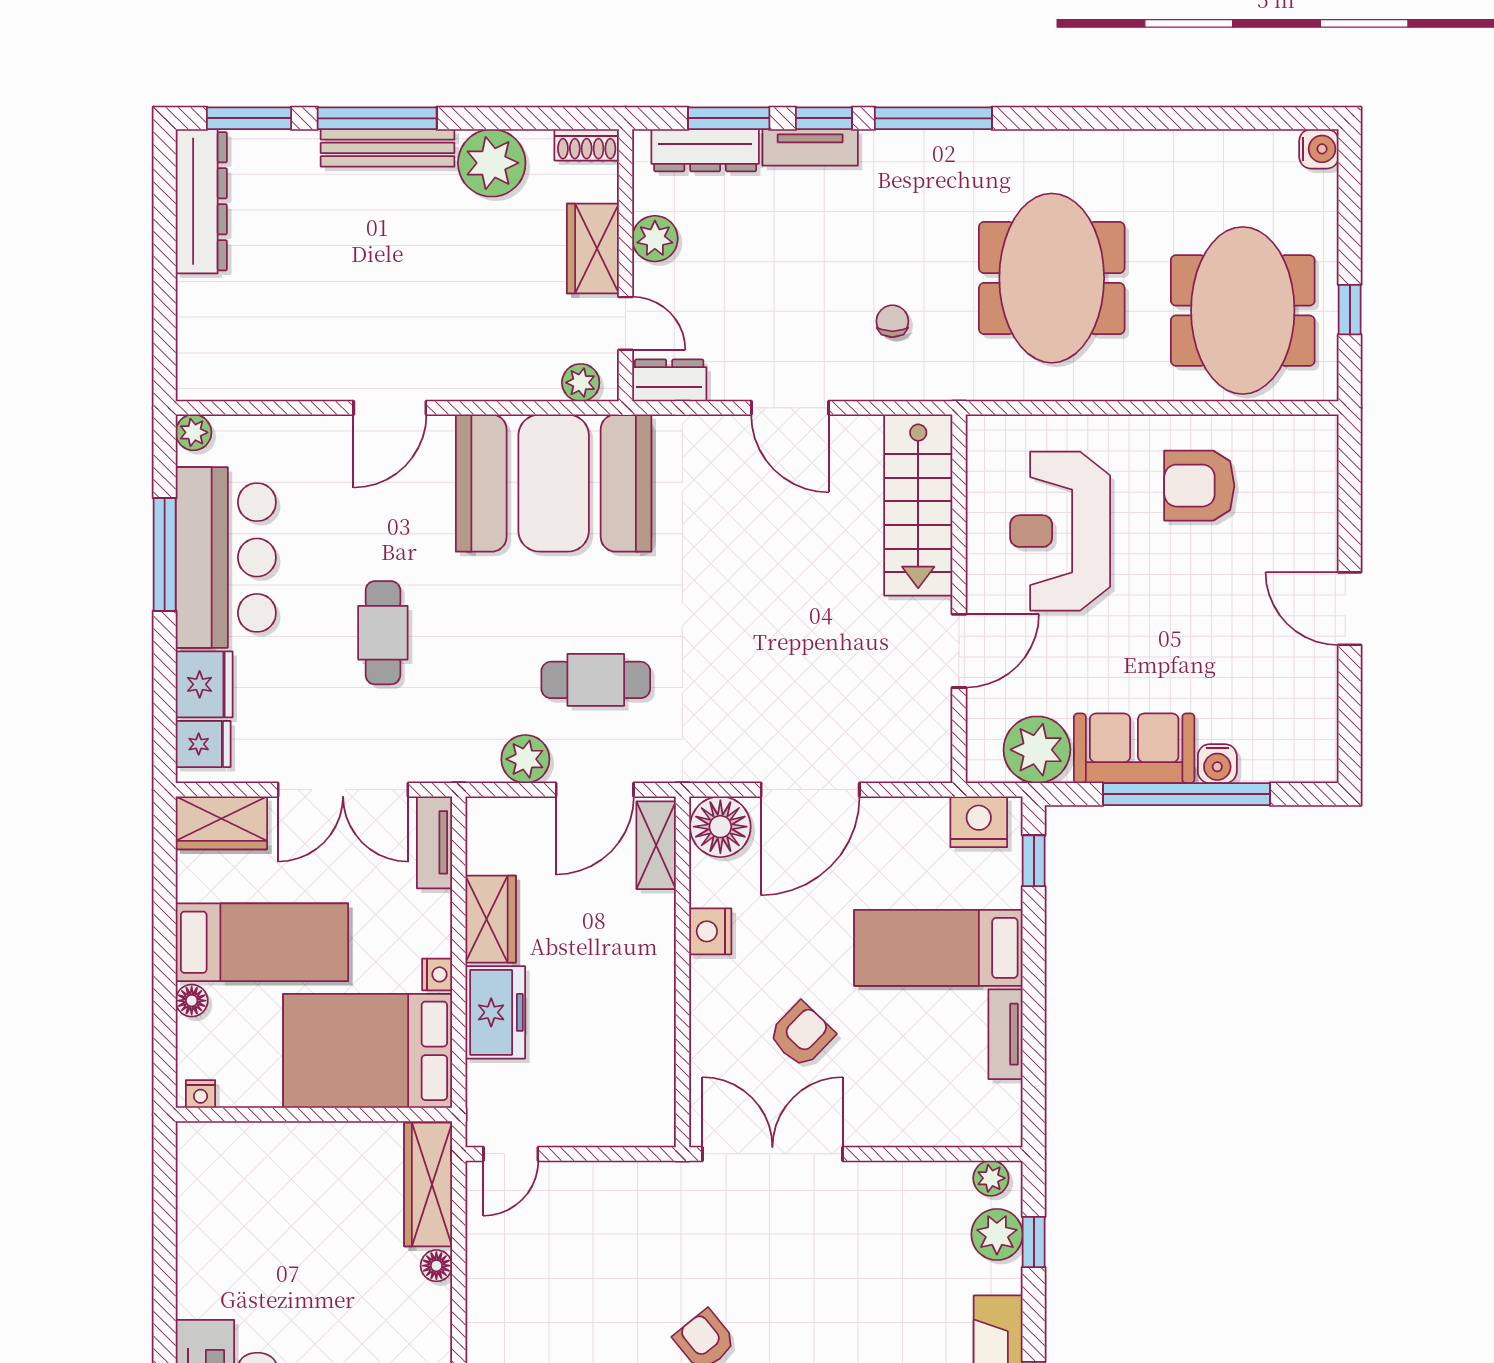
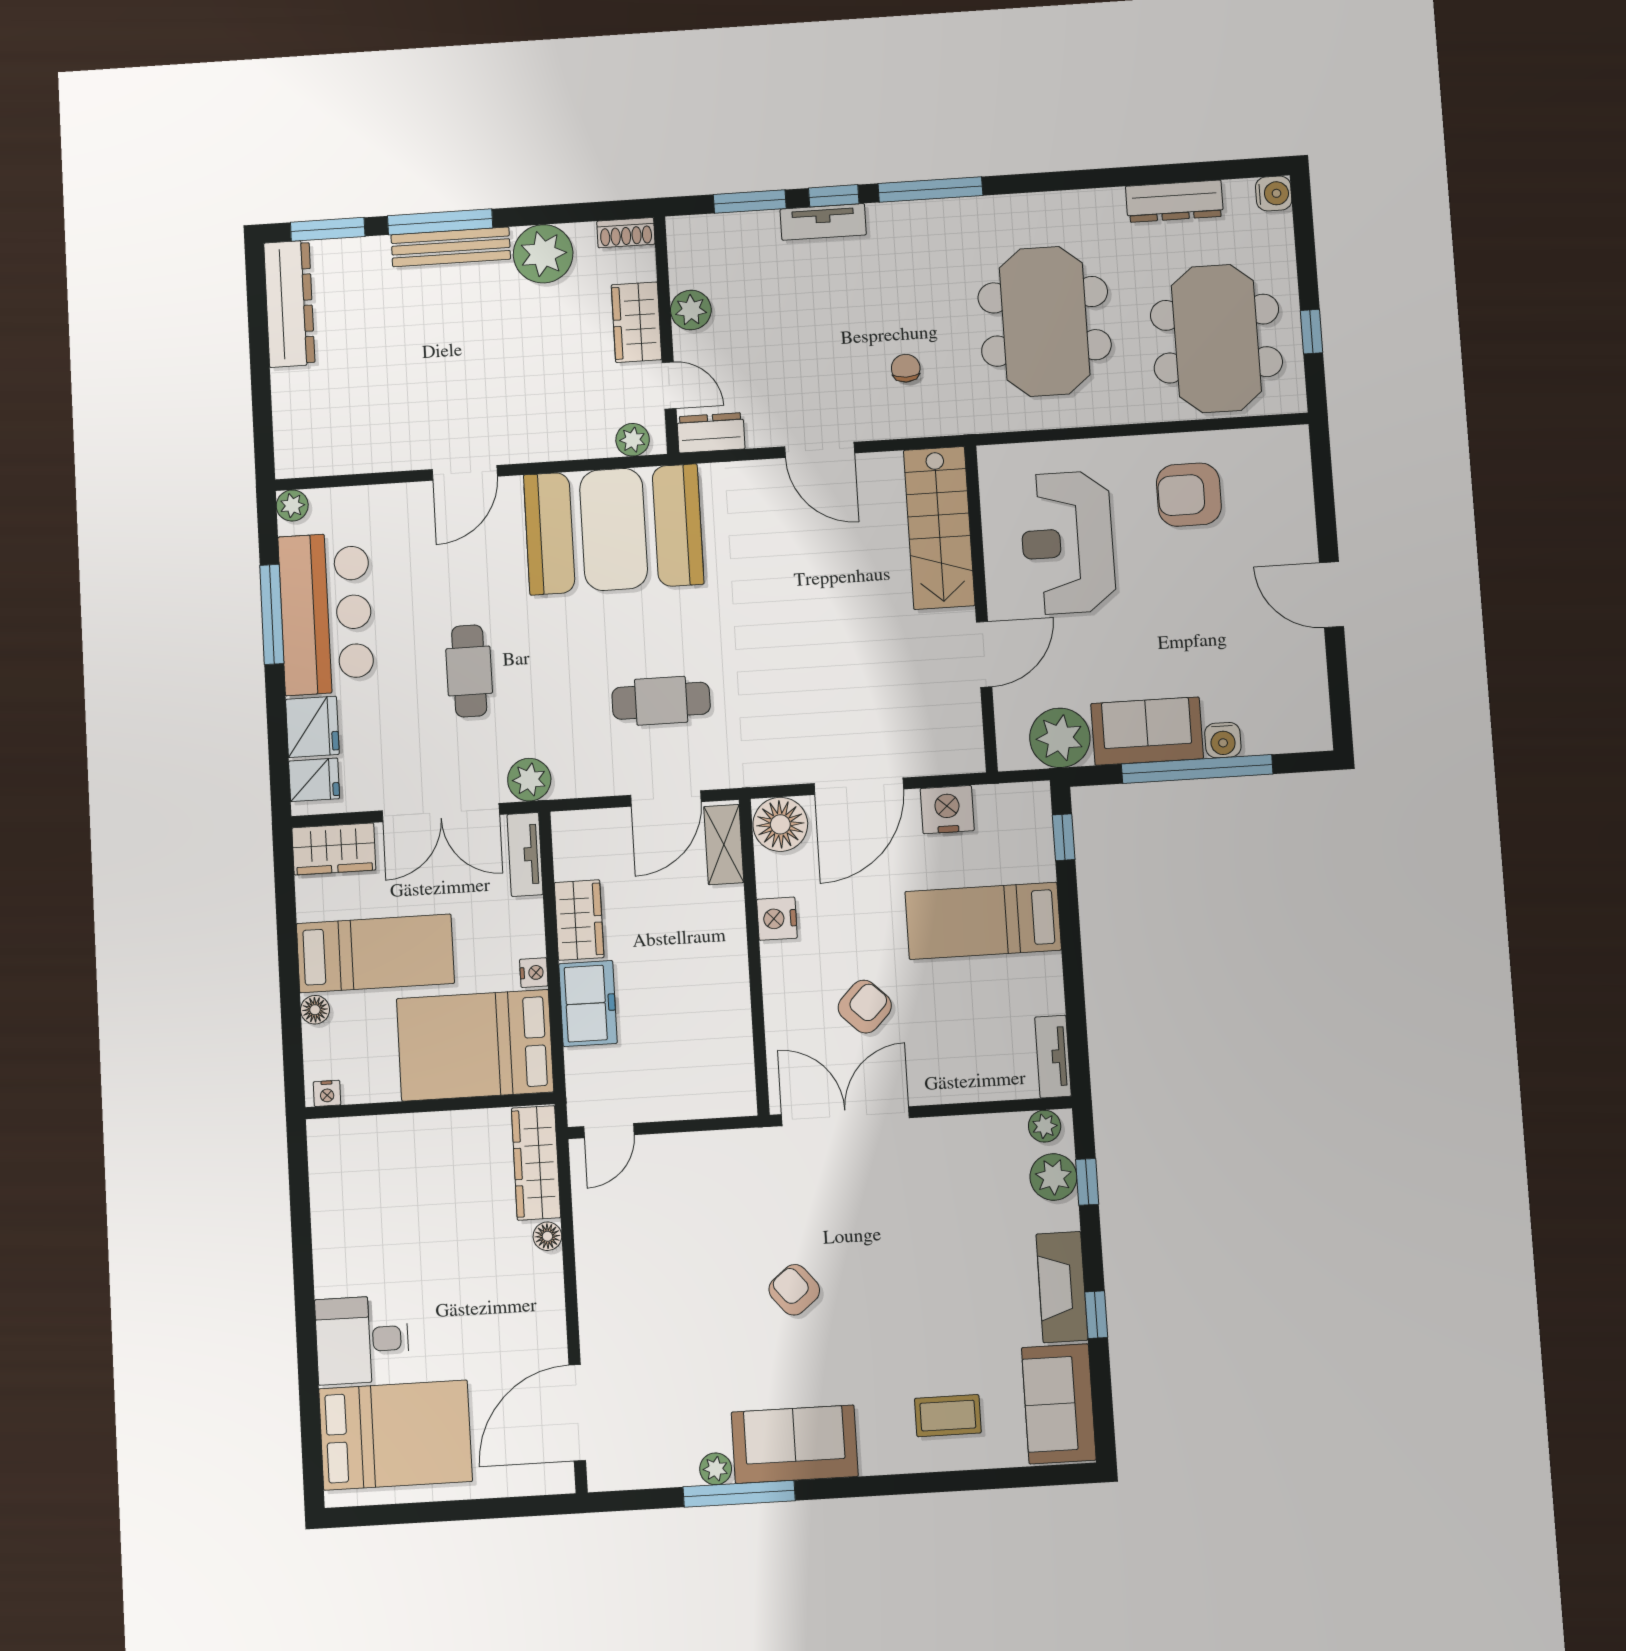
dresser: (705, 150) -> (1174, 201), moved
plant: (525, 759) -> (529, 780), moved
nightstand: (979, 822) -> (947, 810), moved
tv unit: (1005, 1034) -> (1053, 1057), moved

